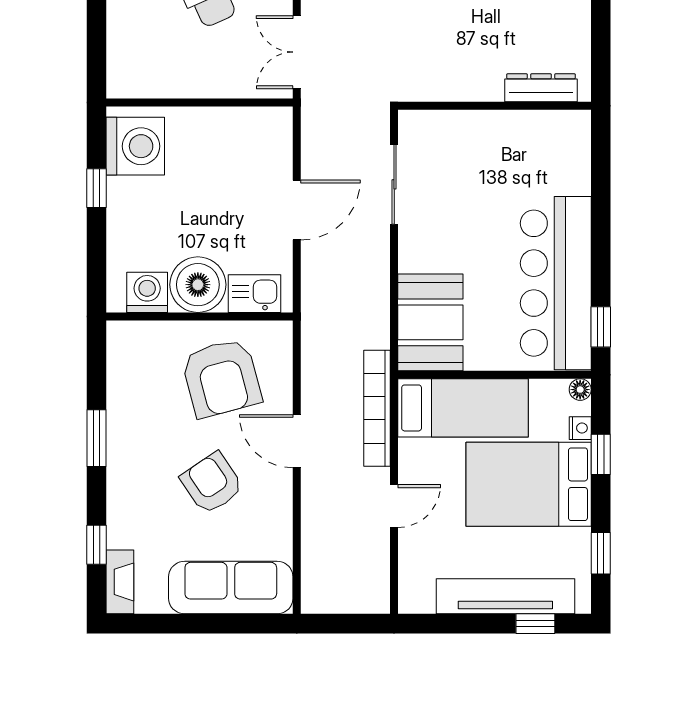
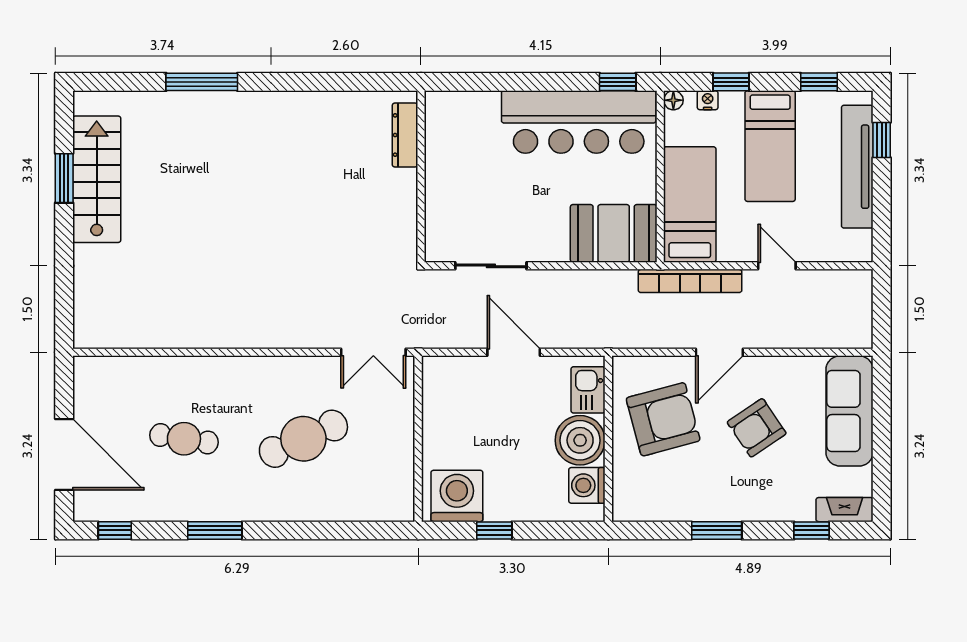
bed: (529, 484) -> (770, 146), width x0.67

